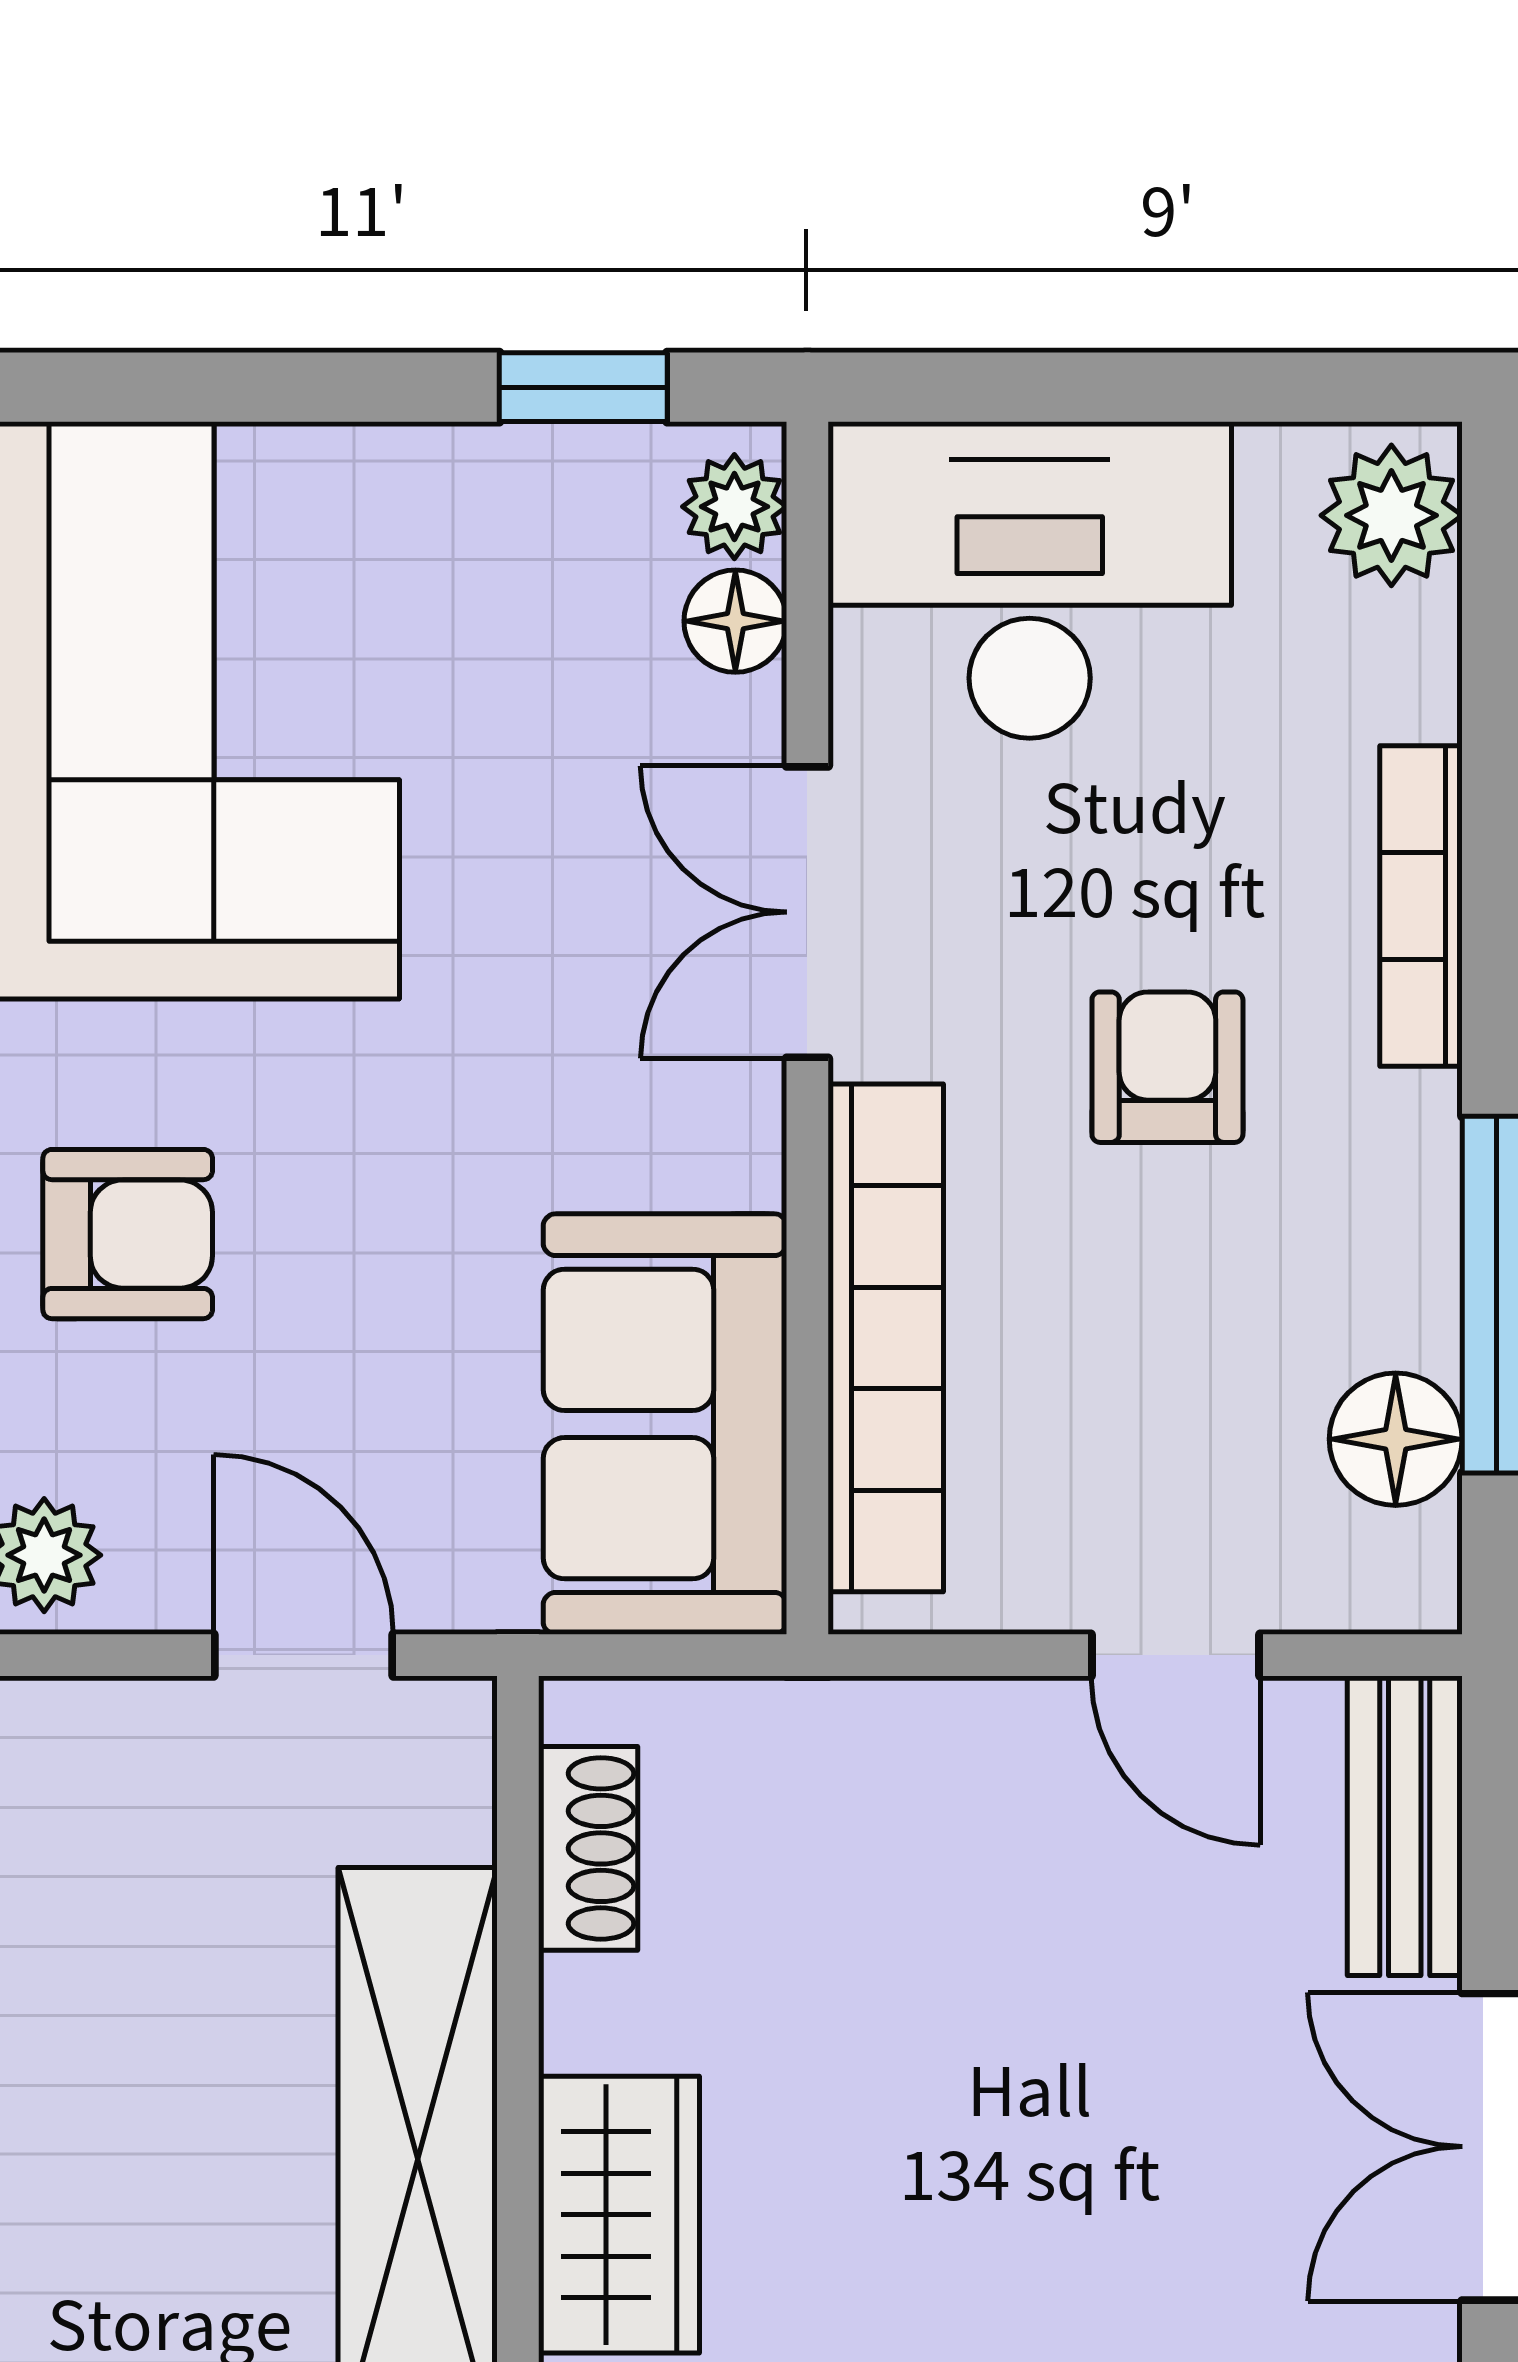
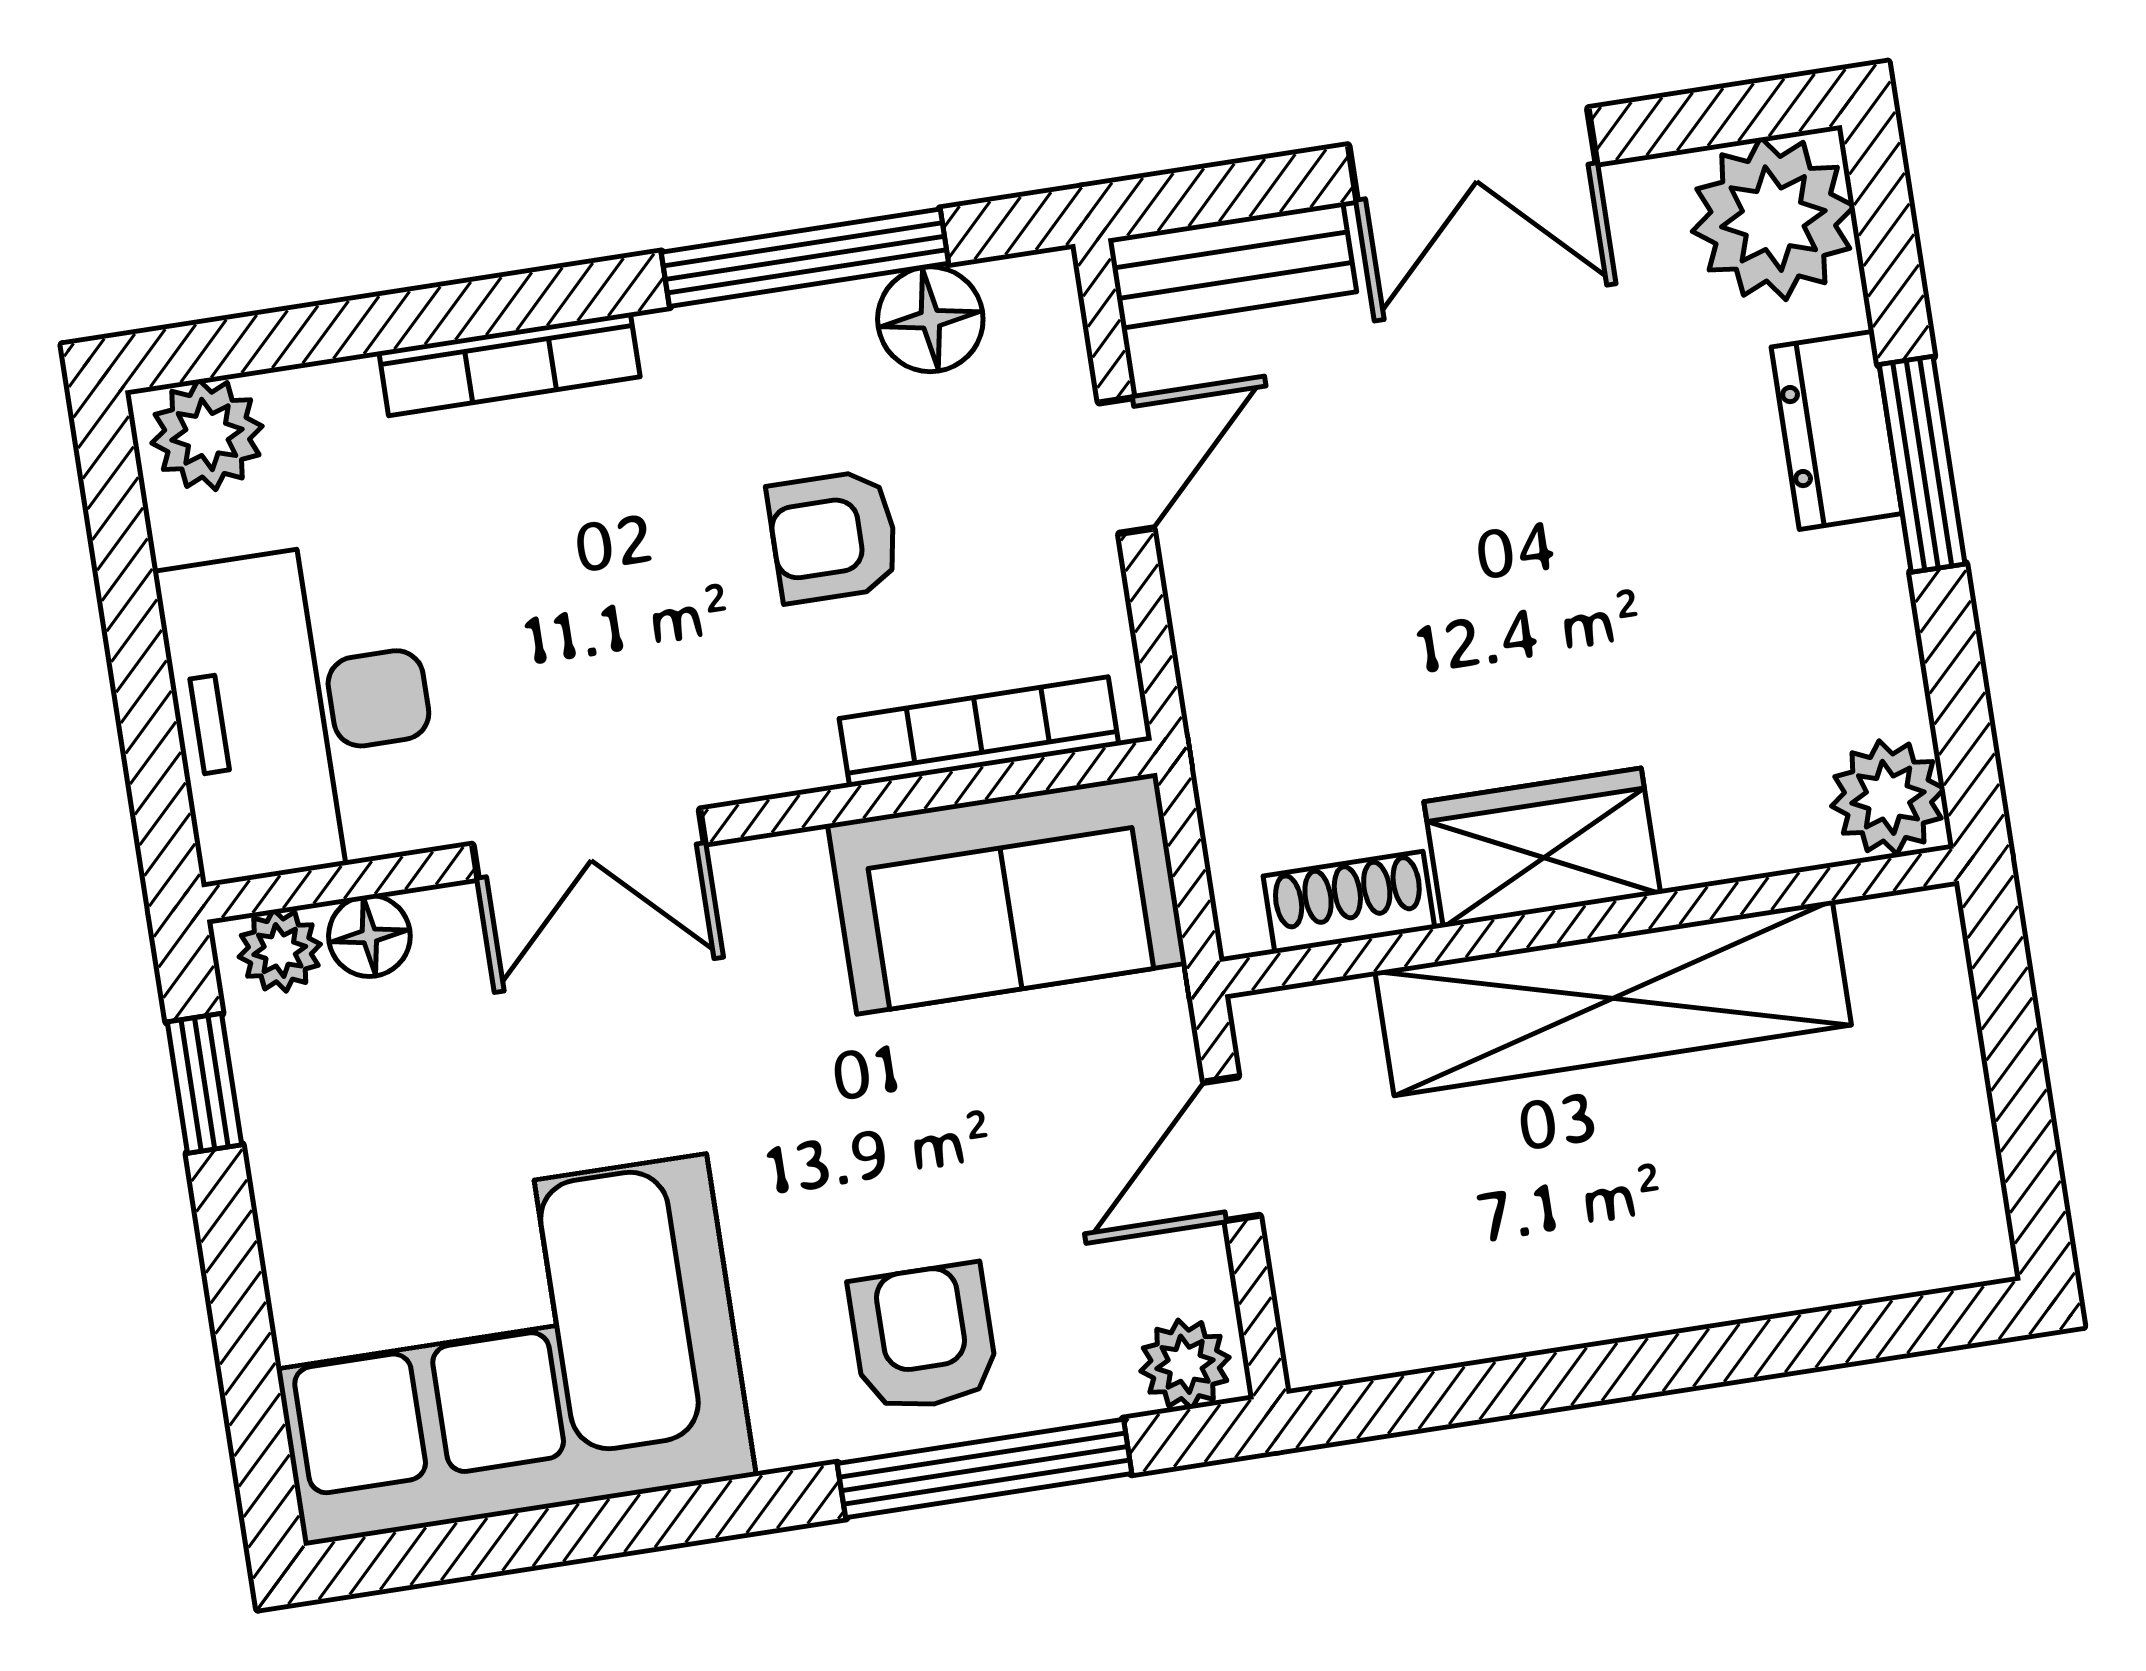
armchair: (1167, 1067) -> (834, 536), moved
bookcase: (886, 1338) -> (979, 732), width x0.68, depth x0.76
wardrobe: (619, 2215) -> (1542, 848), moved

